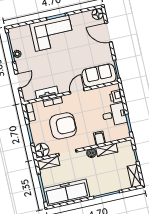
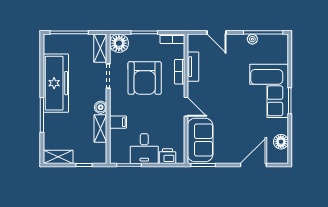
floor lamp: (98, 14) -> (281, 142), moved
freezer: (67, 193) -> (56, 83), moved

